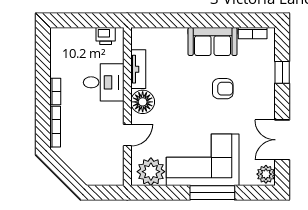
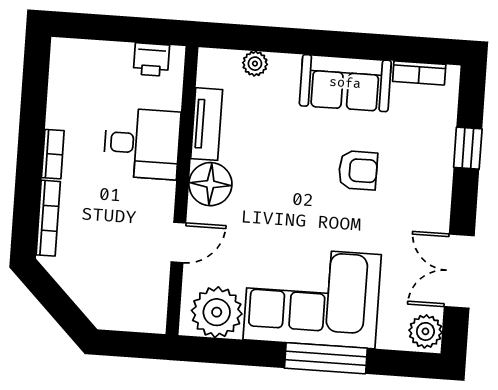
plant: (162, 34) -> (255, 64), added

